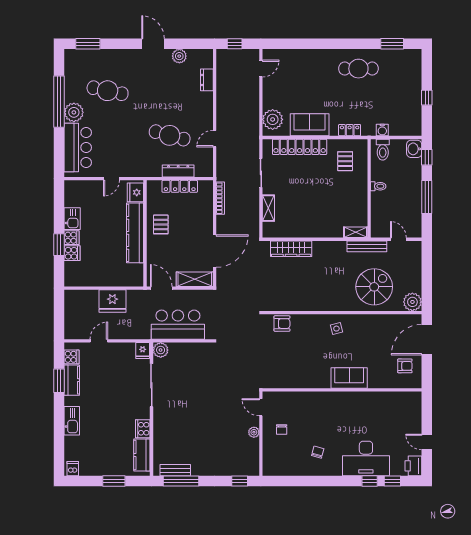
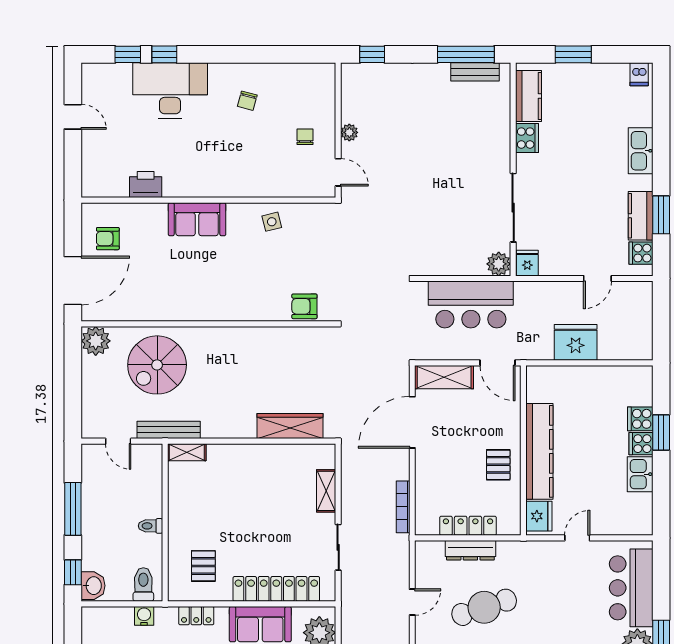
cafe table: (170, 135) -> (484, 607), turned -33
side table: (336, 329) -> (272, 222), moved
printer: (413, 466) -> (146, 185), moved, turned -90

